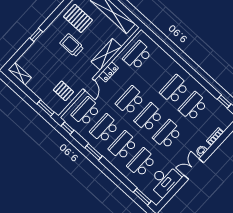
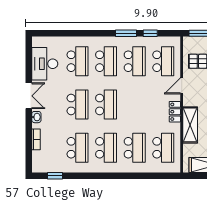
door: (89, 85) -> (182, 86), hinge flipped
school desk: (130, 100) -> (135, 148), moved
window: (67, 128) -> (150, 33), moved
window: (142, 197) -> (51, 33), removed

